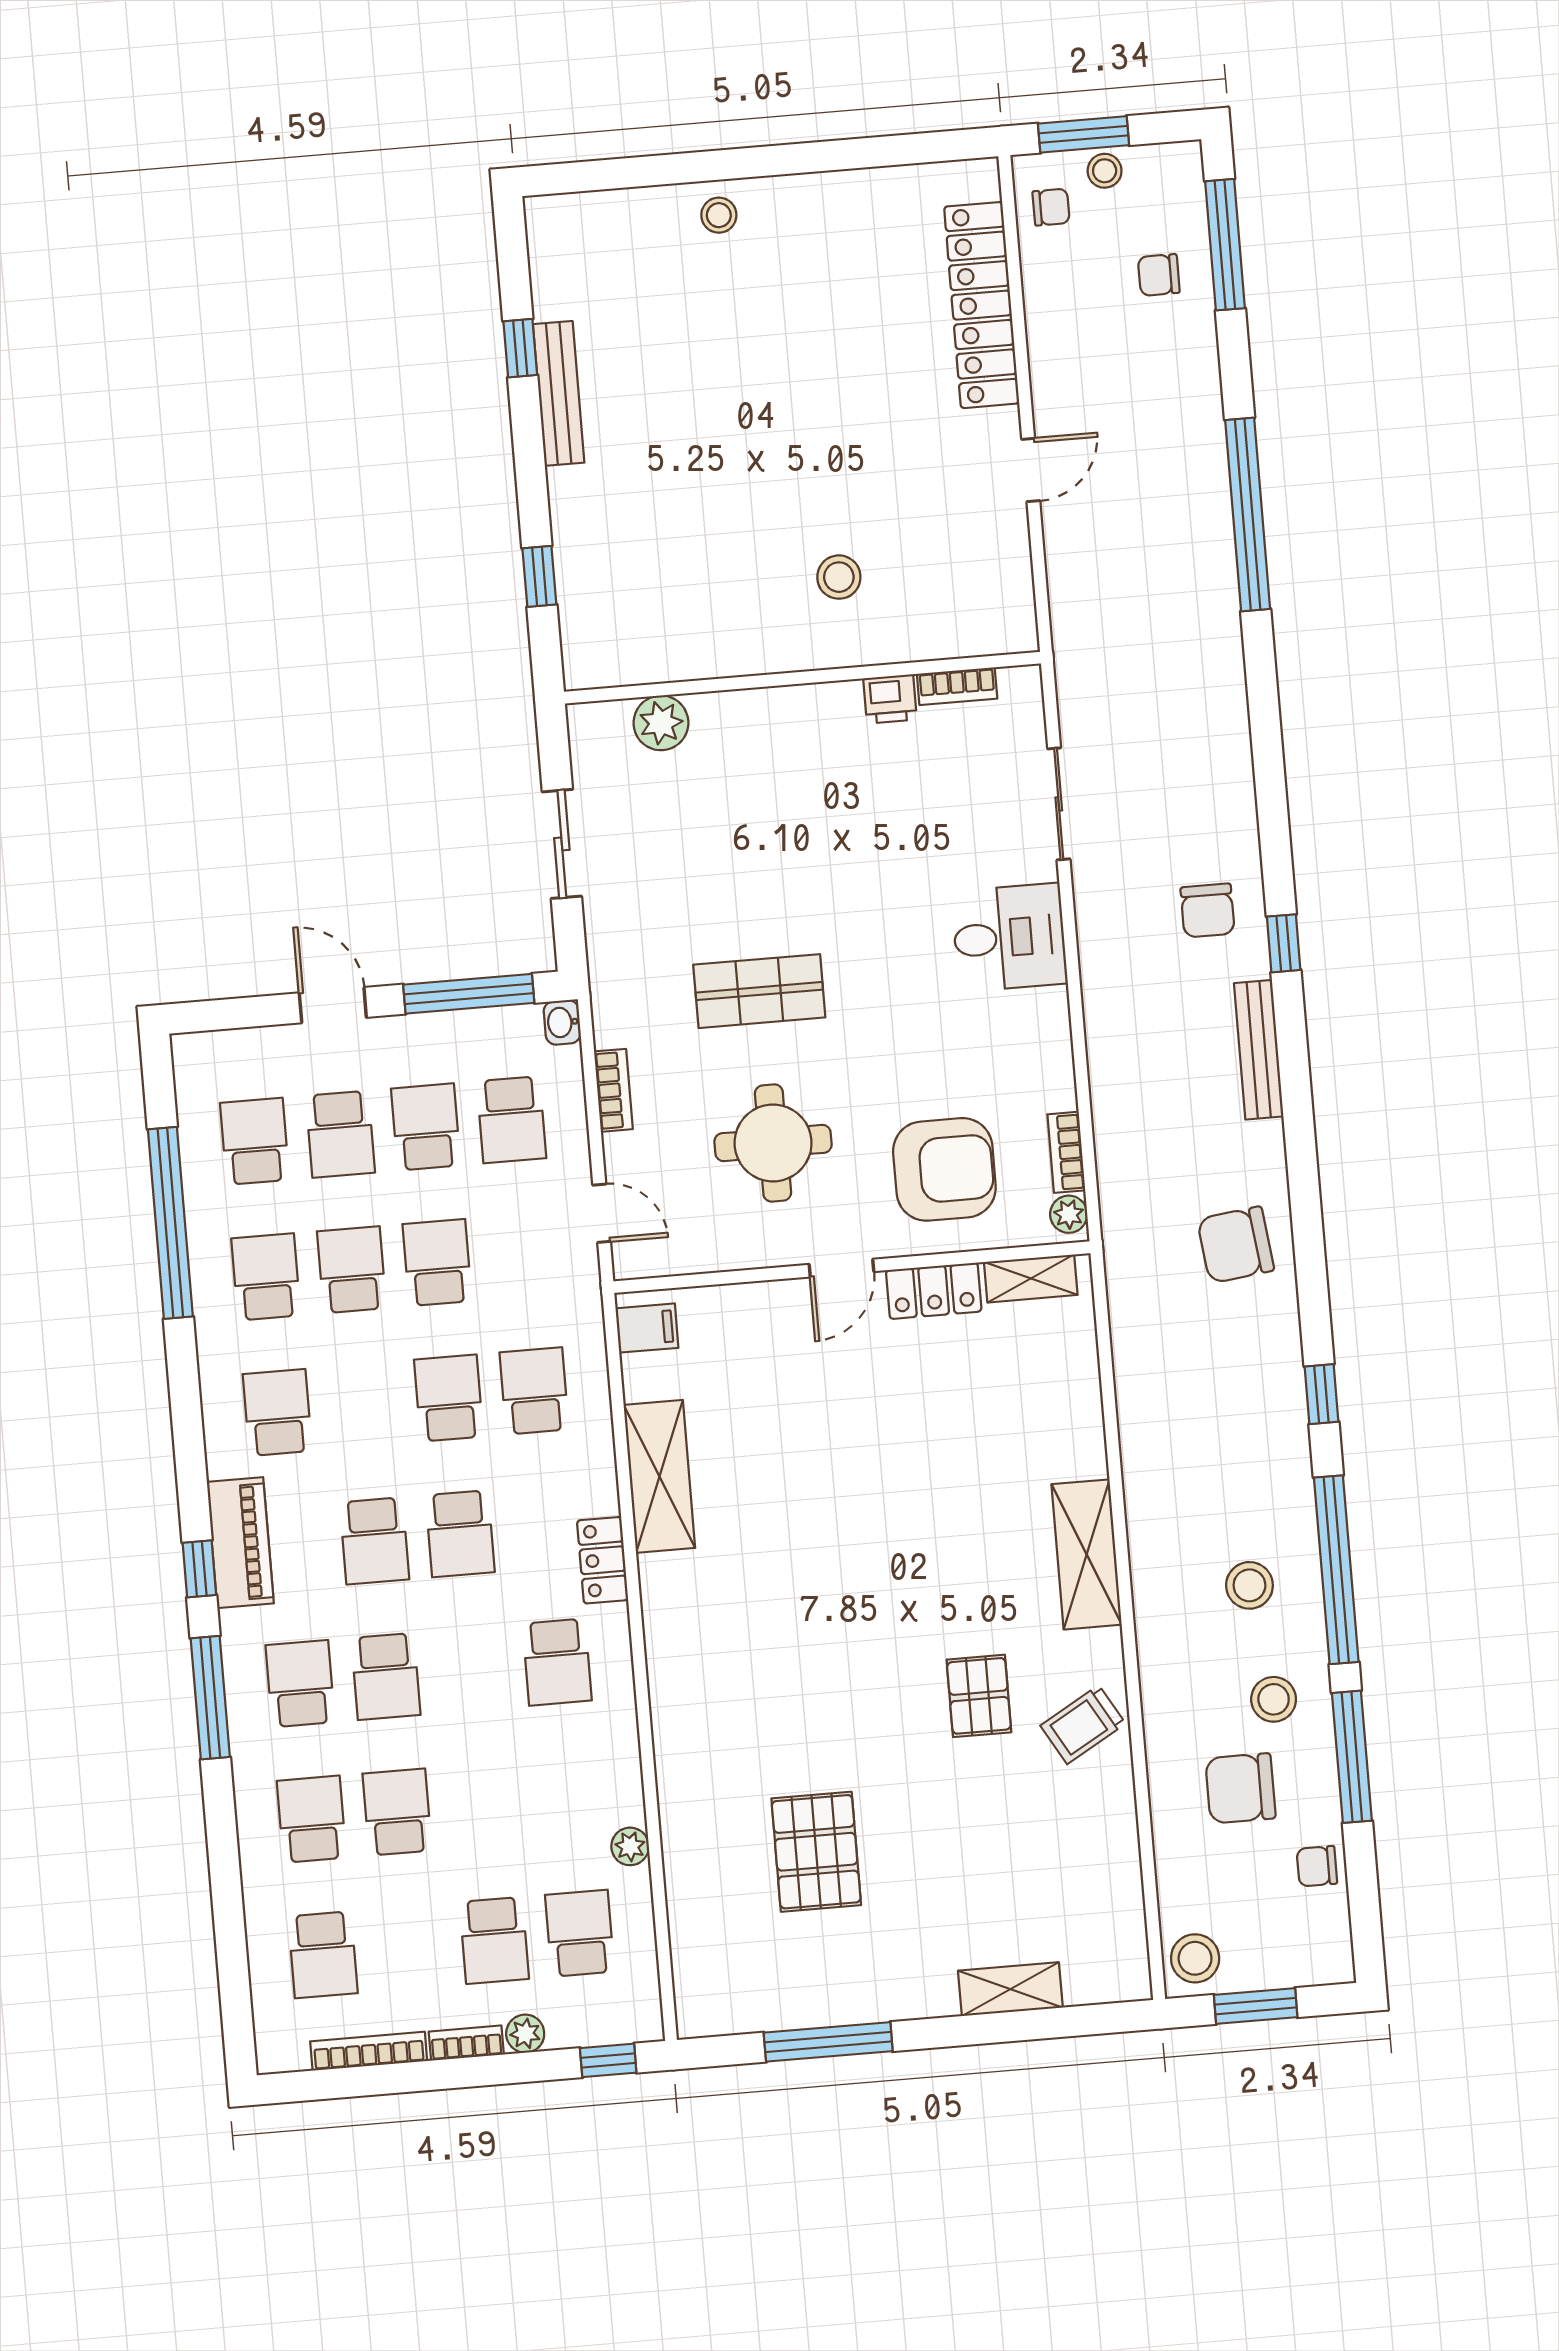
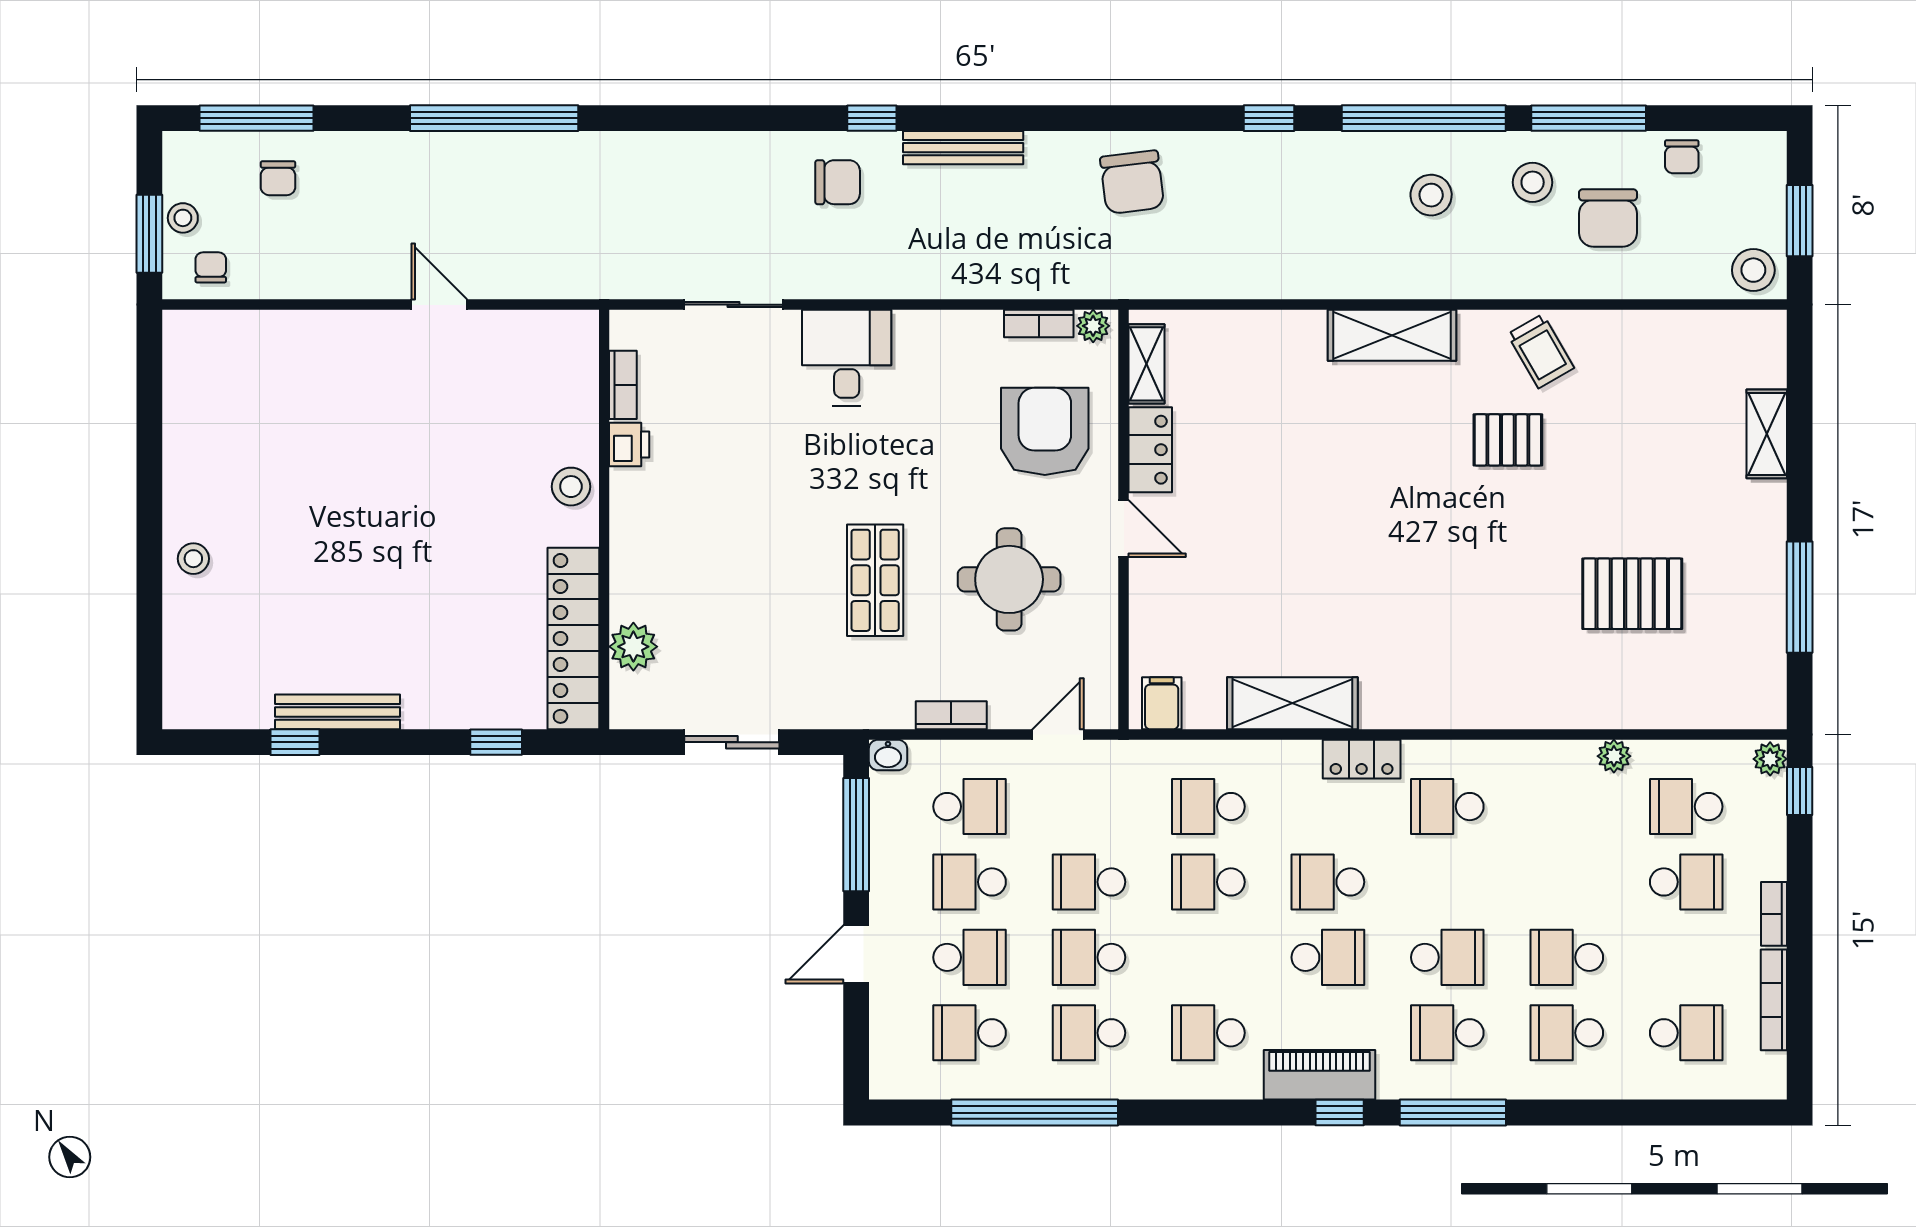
locker: (982, 305) -> (573, 638), moved, turned 90
stool: (839, 577) -> (571, 487), moved
school desk: (460, 1534) -> (1328, 882), turned 180
school desk: (557, 1662) -> (1447, 807), turned 180
plant: (525, 2034) -> (1770, 759), moved

